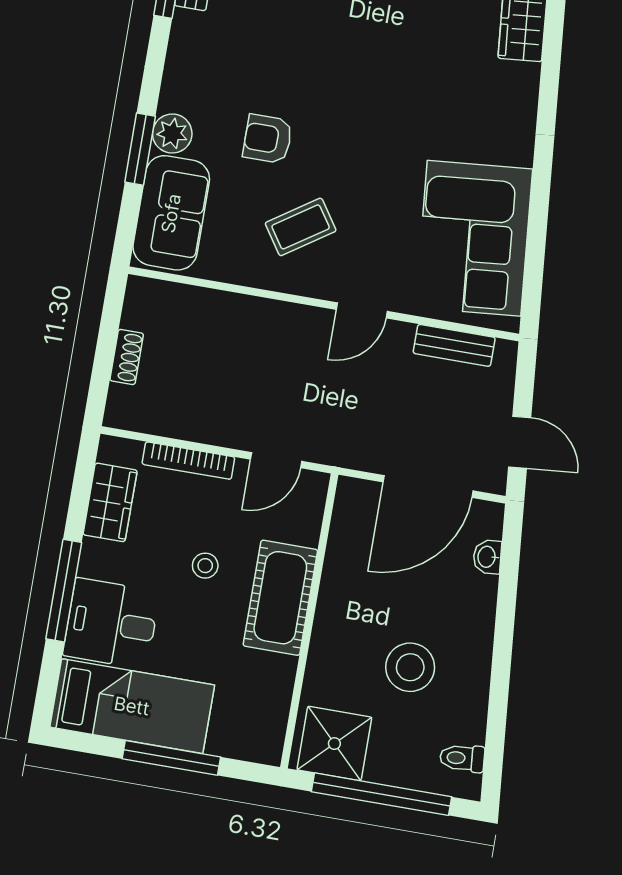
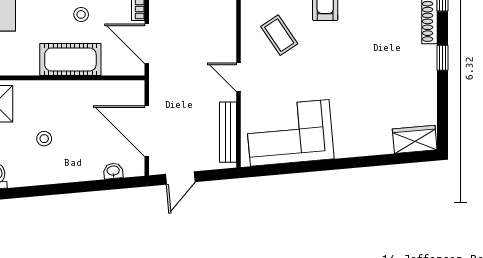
bench: (454, 345) -> (228, 132), width x1.36
door: (276, 460) -> (147, 44), width x1.38
stool: (410, 667) -> (44, 139), width x0.53, depth x0.53

